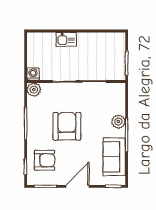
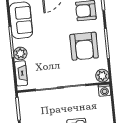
fireplace: (120, 101) -> (21, 73), added
armchair: (67, 126) -> (84, 46), moved

